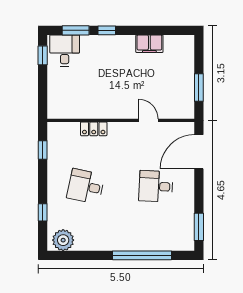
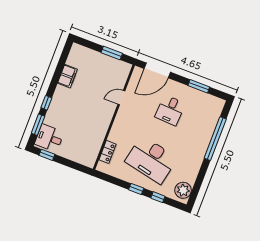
locker: (94, 129) -> (107, 152), moved
window: (43, 150) -> (136, 189), moved
door: (199, 152) -> (157, 70), hinge flipped
desk: (86, 186) -> (151, 160), width x1.87, depth x1.30
window: (199, 227) -> (199, 86), moved

